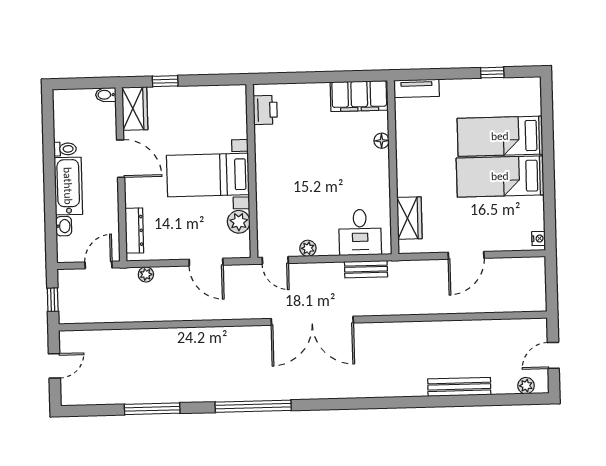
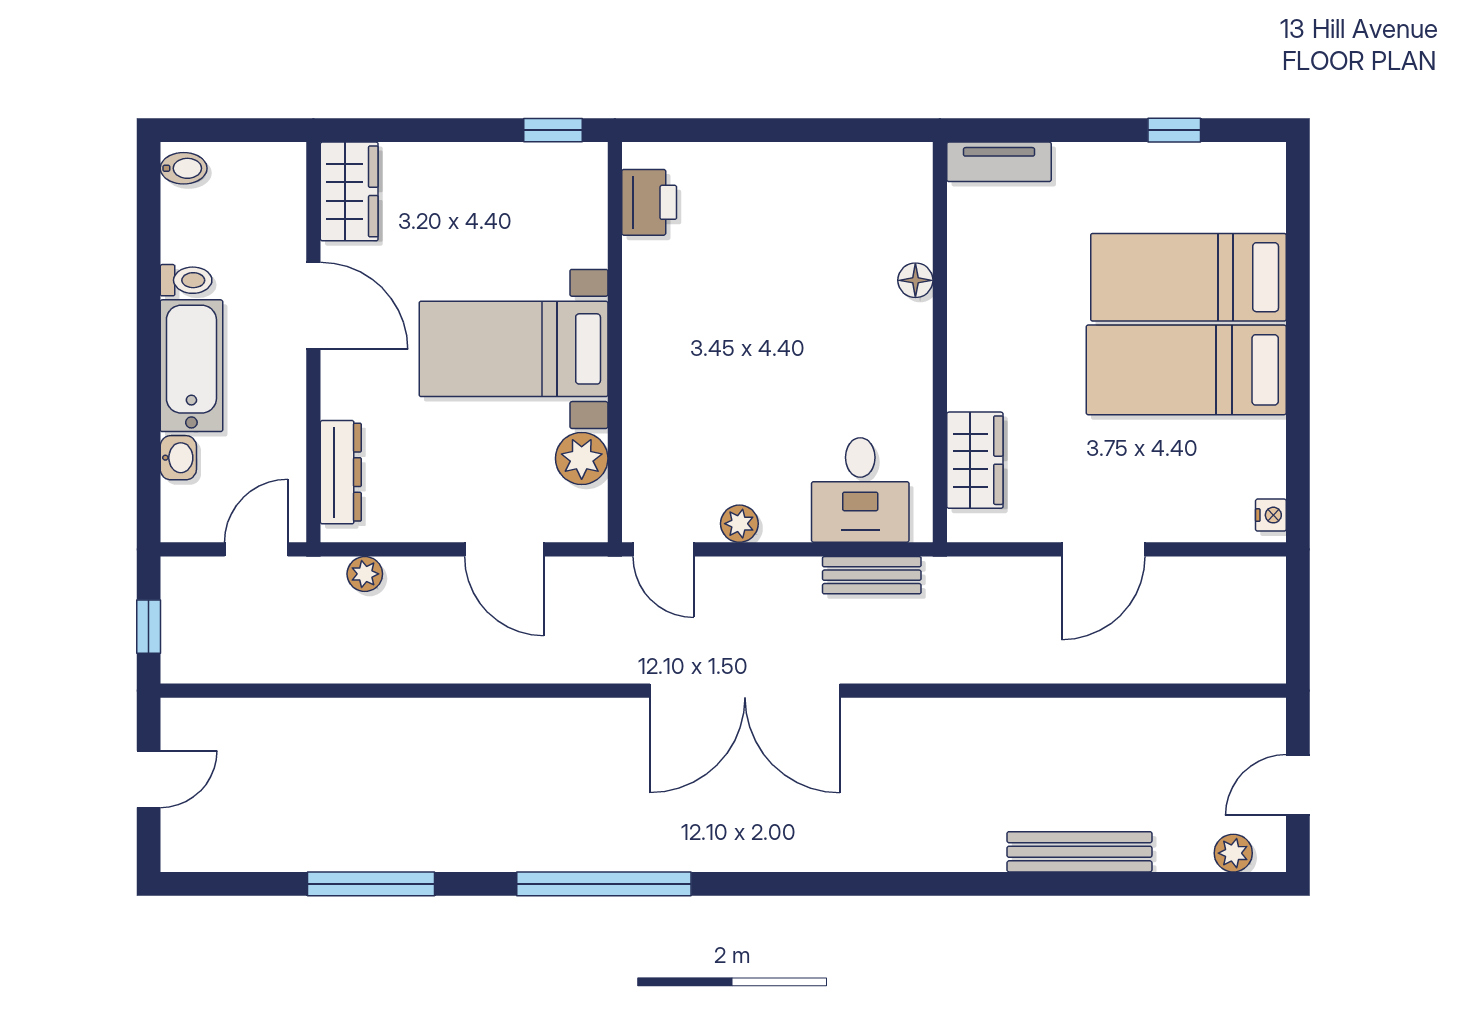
window: (165, 81) -> (553, 130), moved
bidet: (106, 95) -> (184, 168), moved, turned 180
filing cabinet: (359, 96) -> (867, 176), removed

